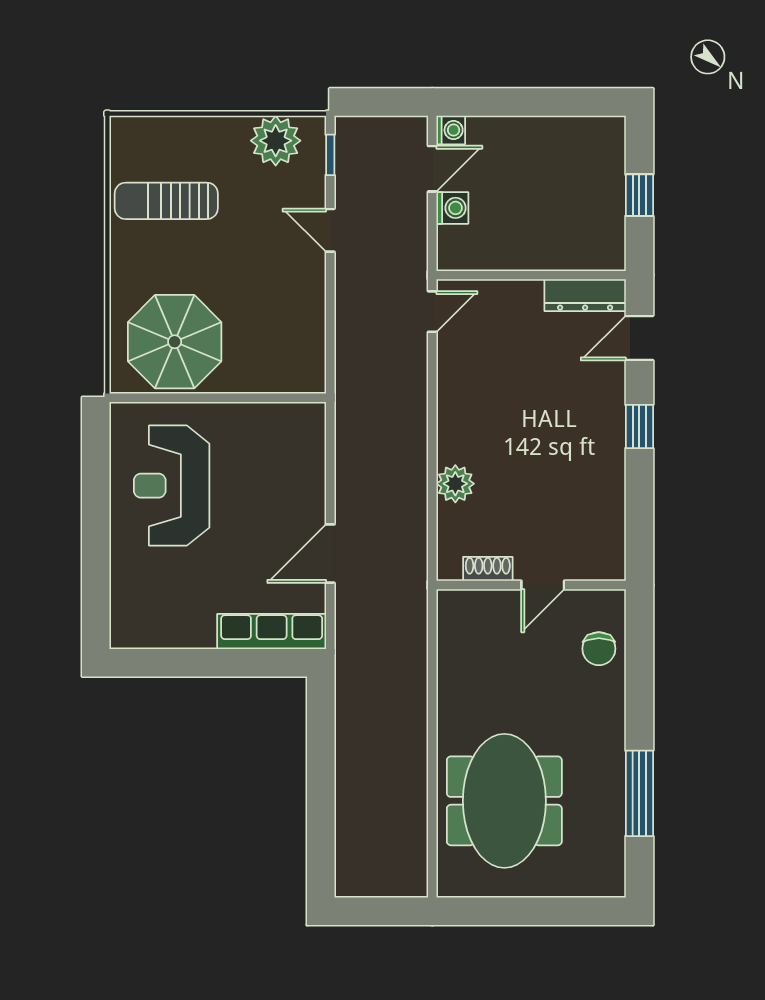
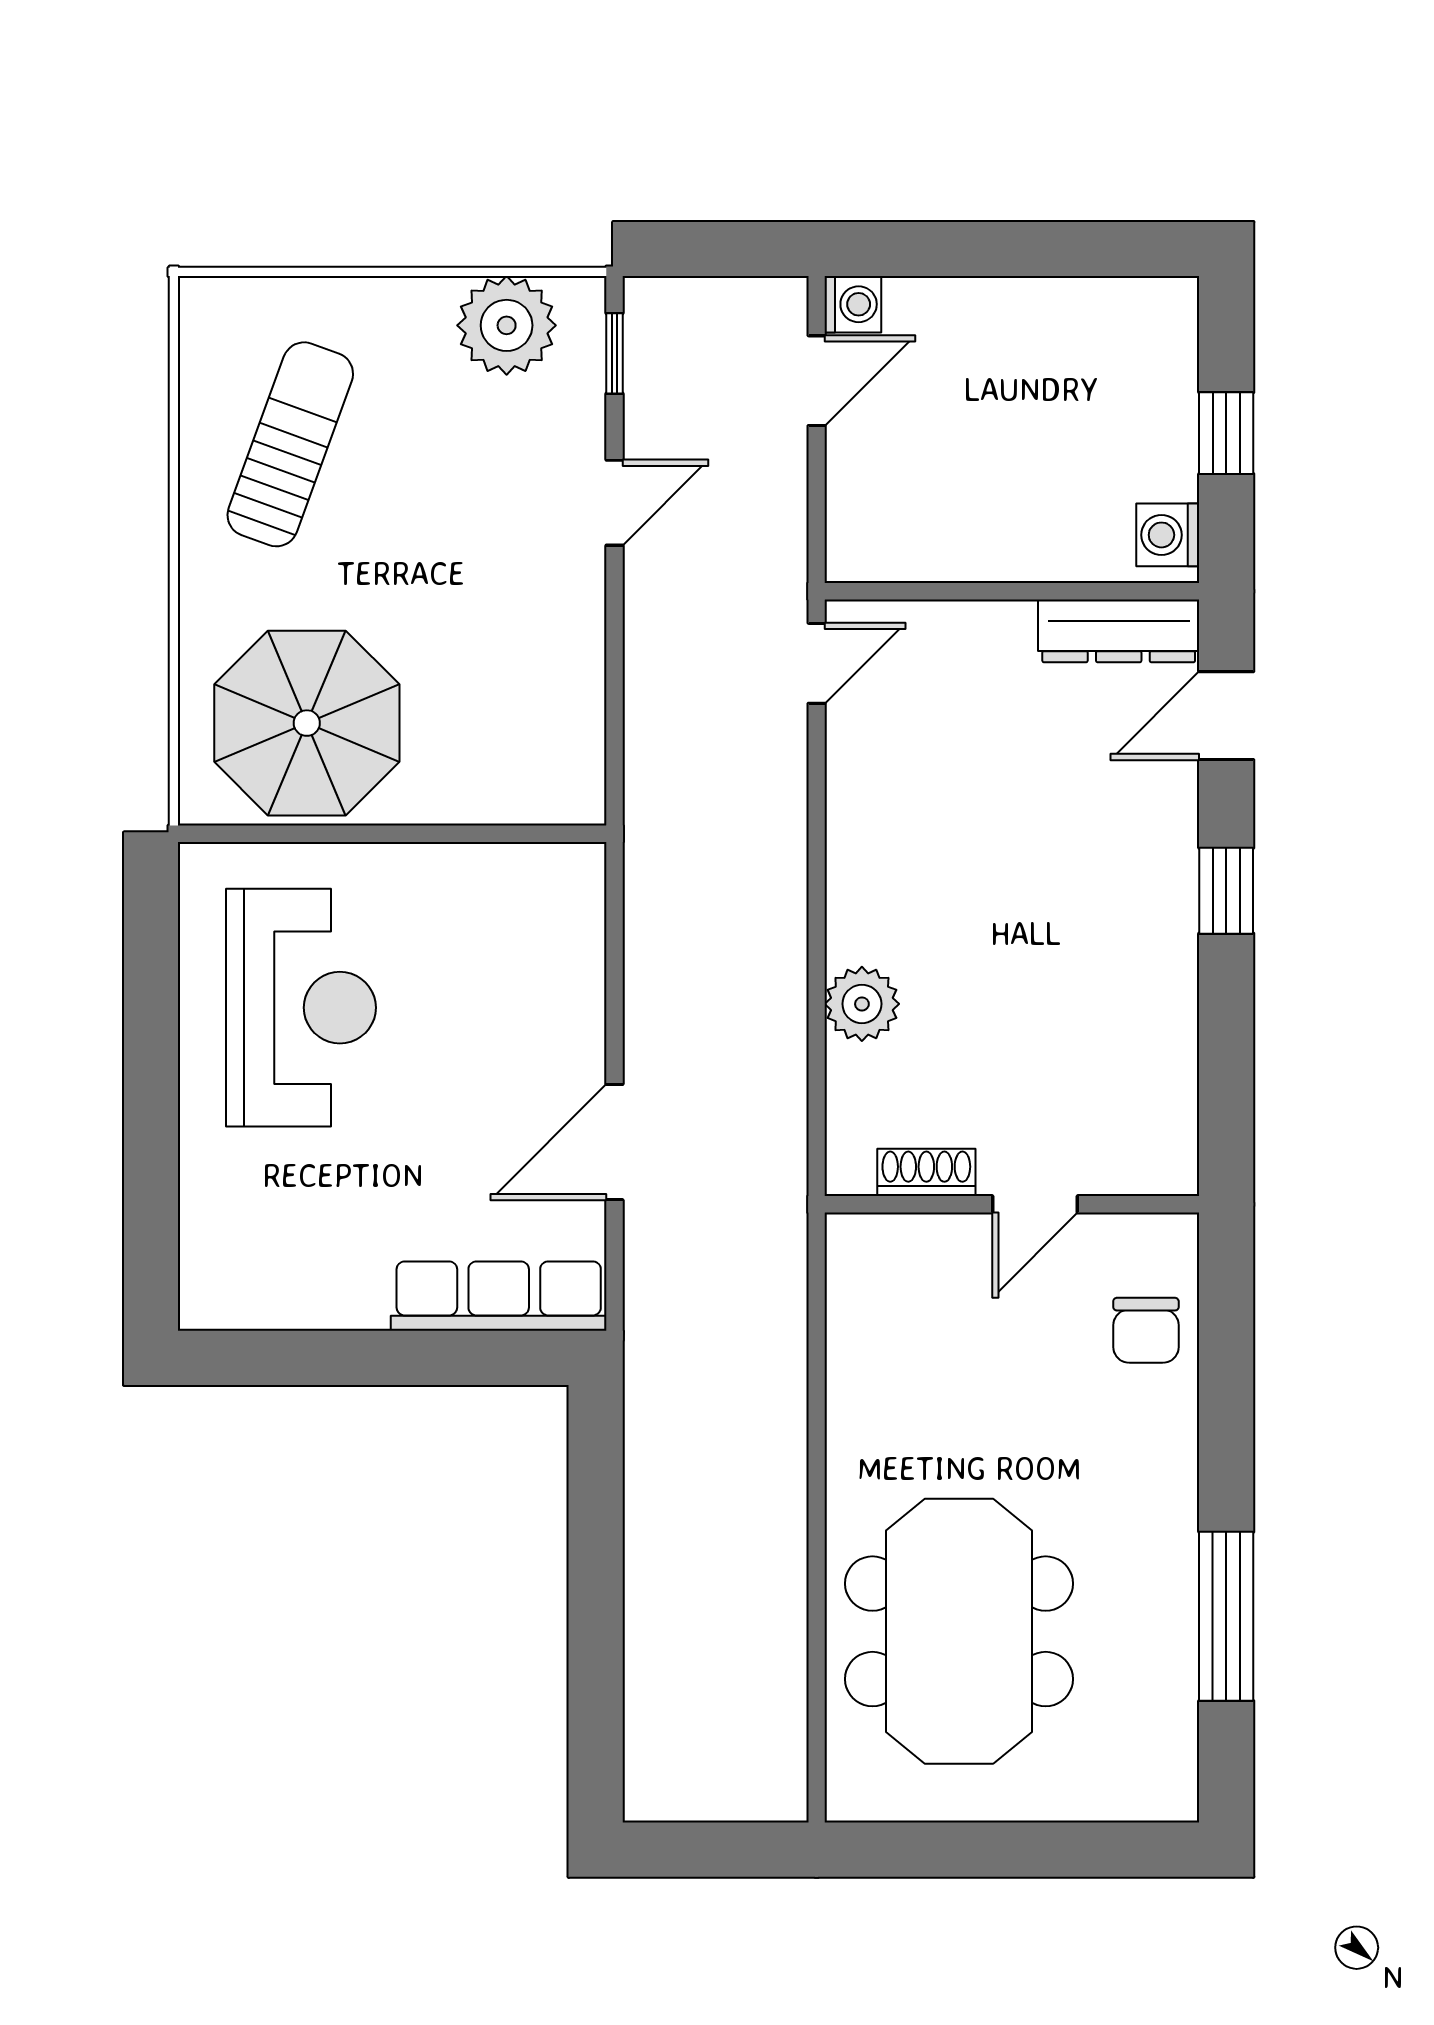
sun lounger: (166, 201) -> (290, 444), turned 110
washing machine: (452, 208) -> (1168, 535), moved, turned 180
door: (330, 230) -> (614, 503), swing flipped
reception desk: (172, 486) -> (301, 1008), turned 180

